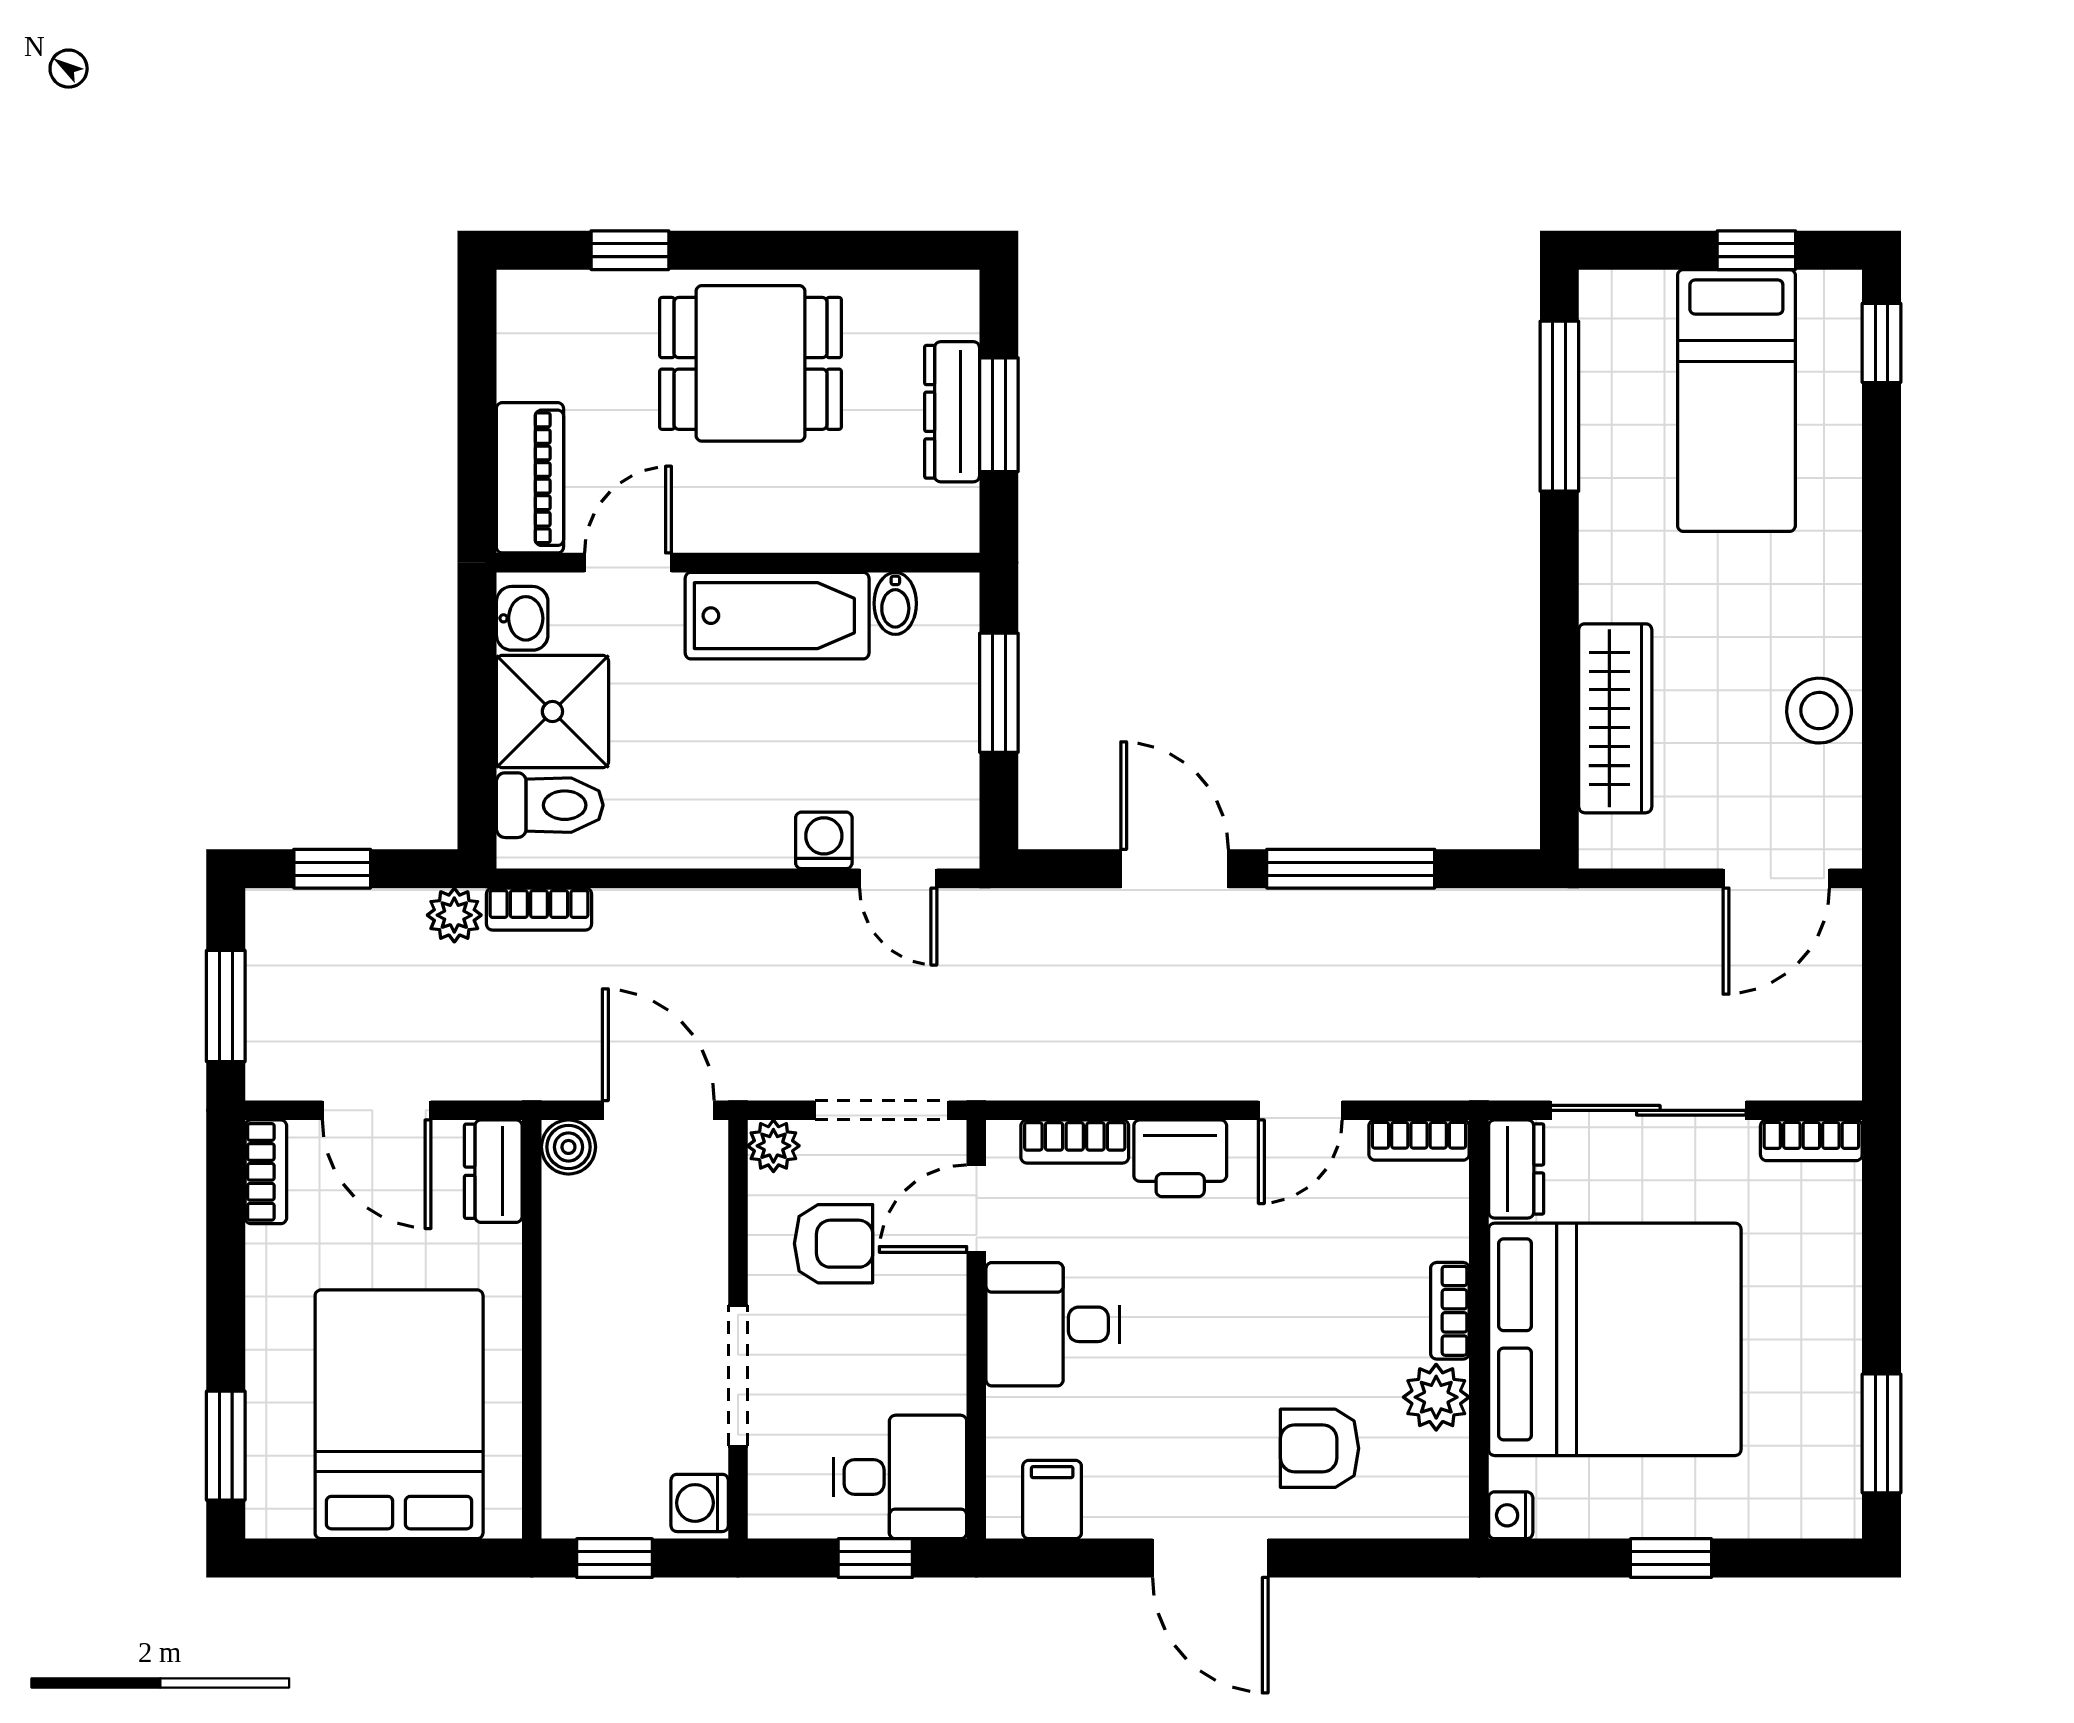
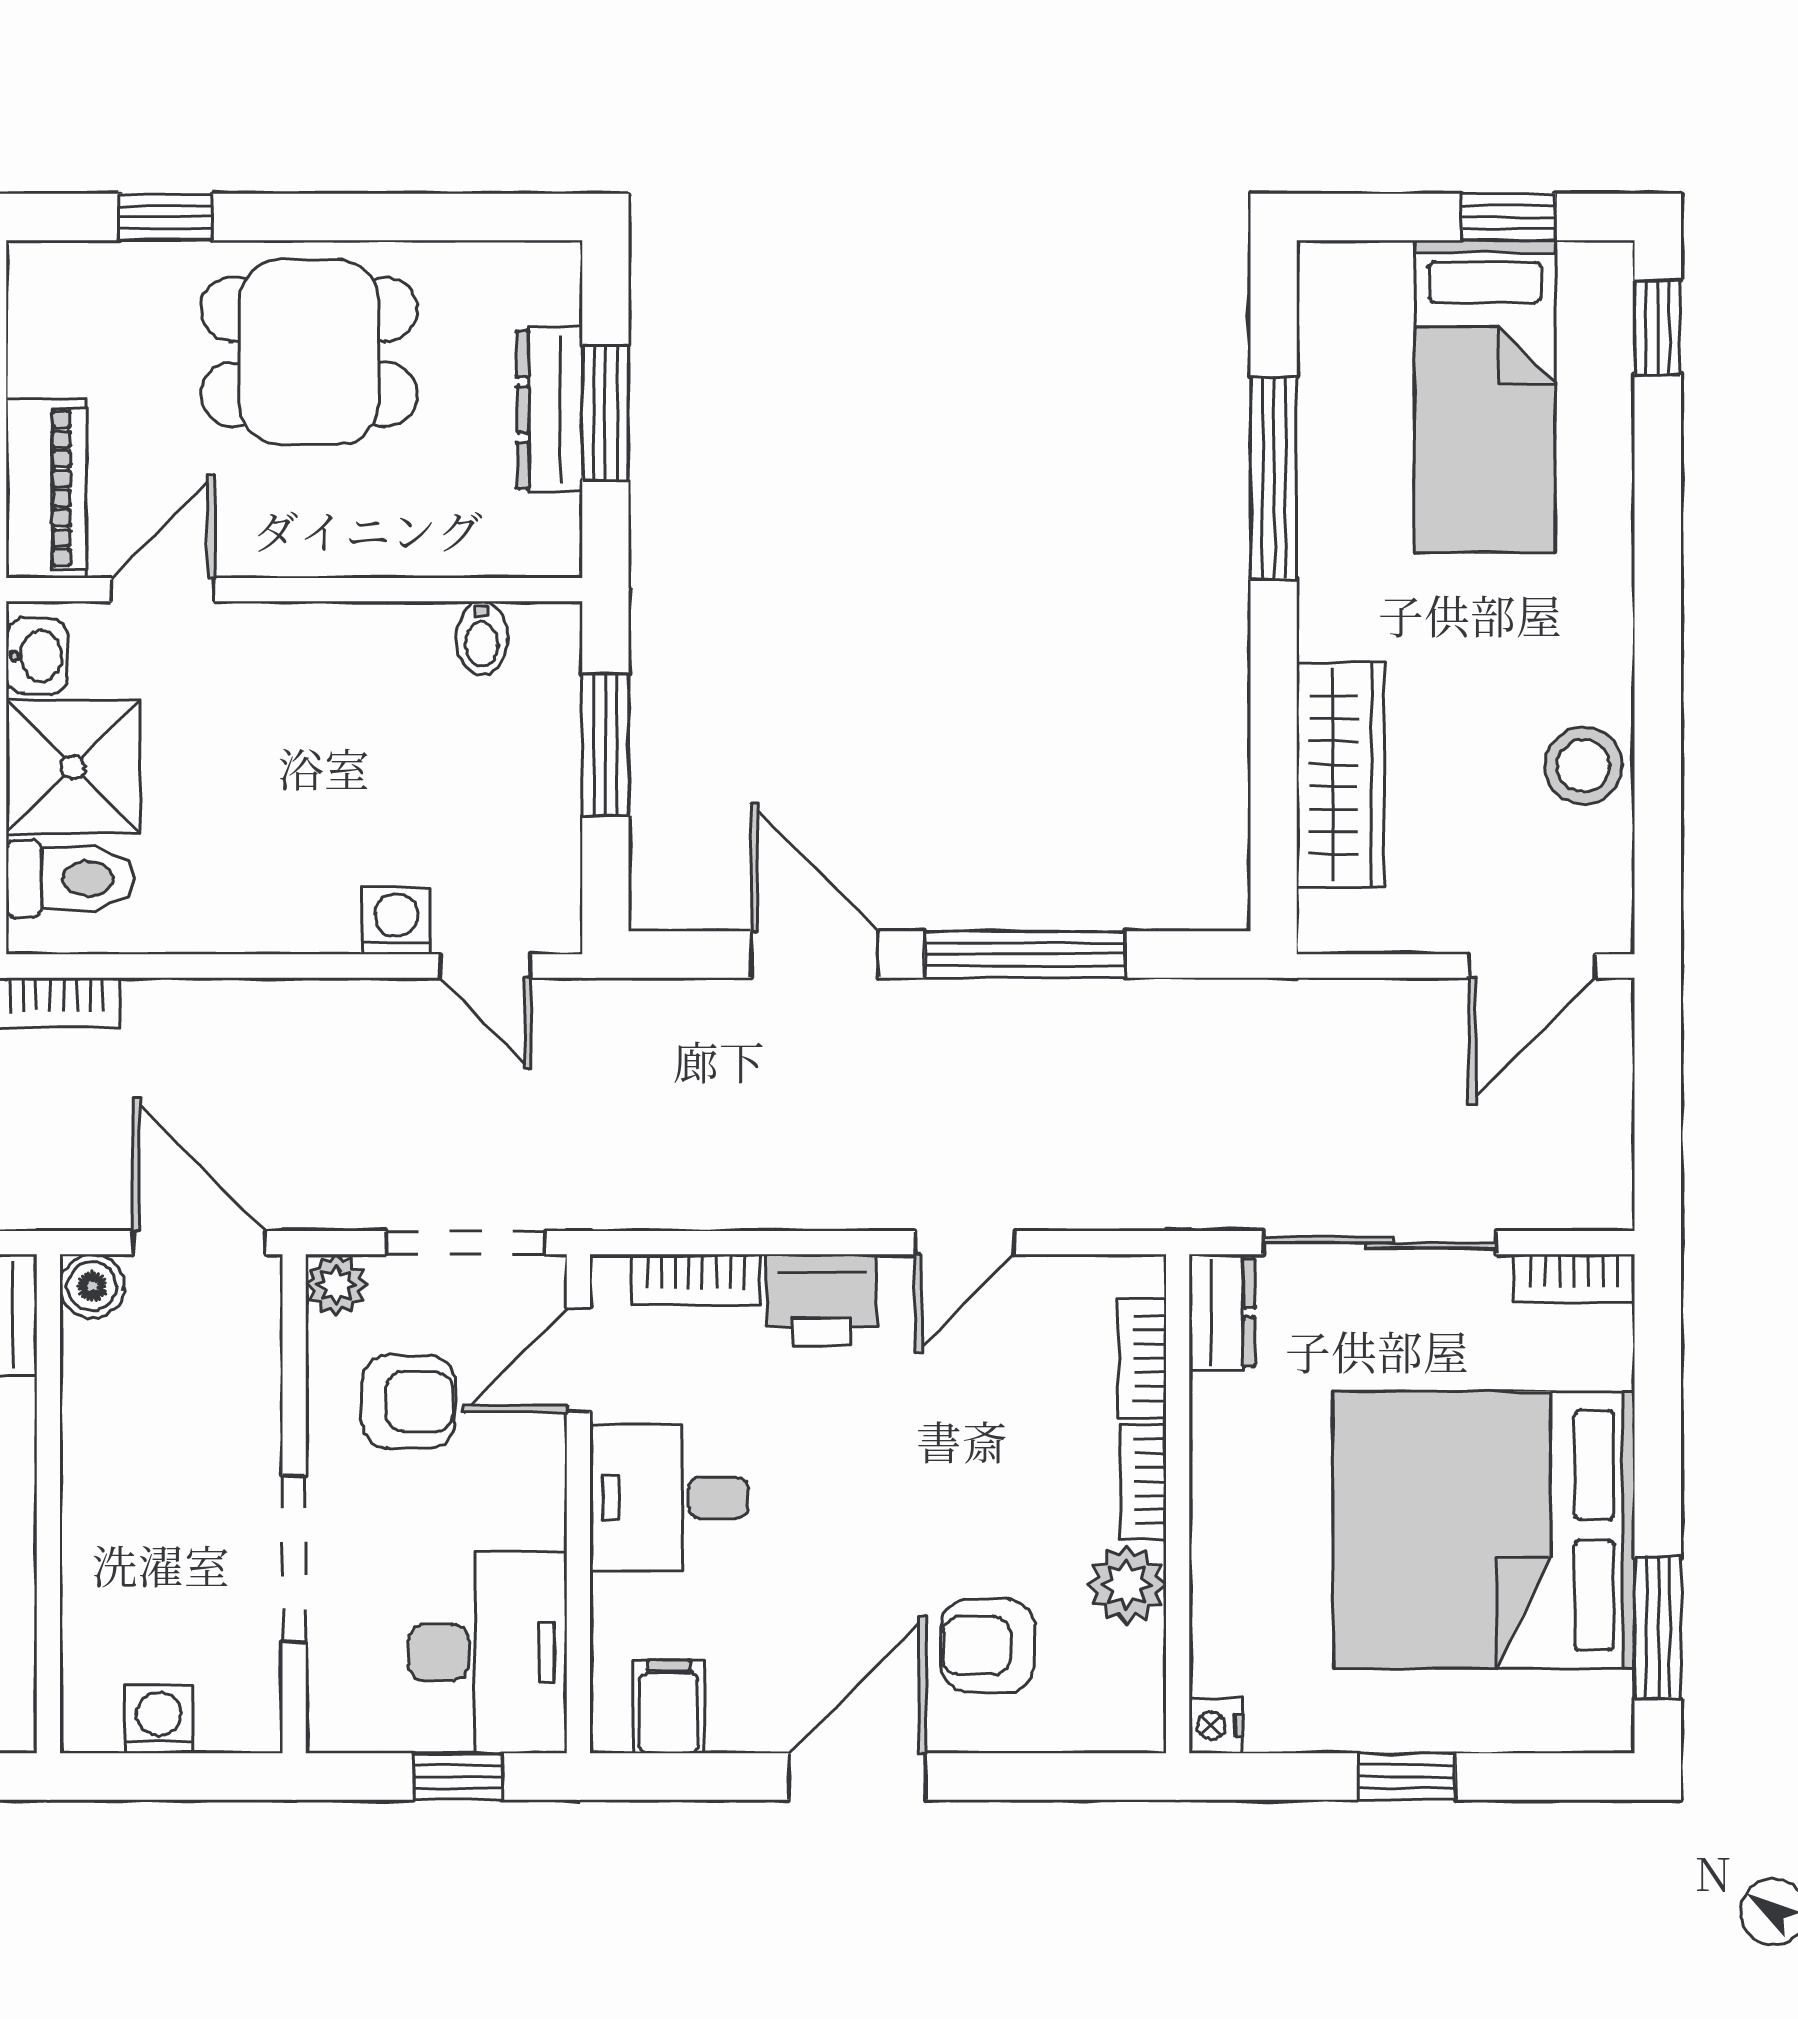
window: (1559, 406) -> (1274, 478), moved
bathtub: (777, 616) -> (341, 653), removed
bookcase: (1419, 1140) -> (1142, 1358), moved, turned 90
bed: (1615, 1339) -> (1484, 1530), moved, turned 180
desk: (900, 1477) -> (487, 1652), width x1.37
washing machine: (700, 1503) -> (159, 1719), moved, turned 90
window: (615, 1558) -> (147, 1776), removed
door: (1210, 1558) -> (857, 1776), swing flipped

